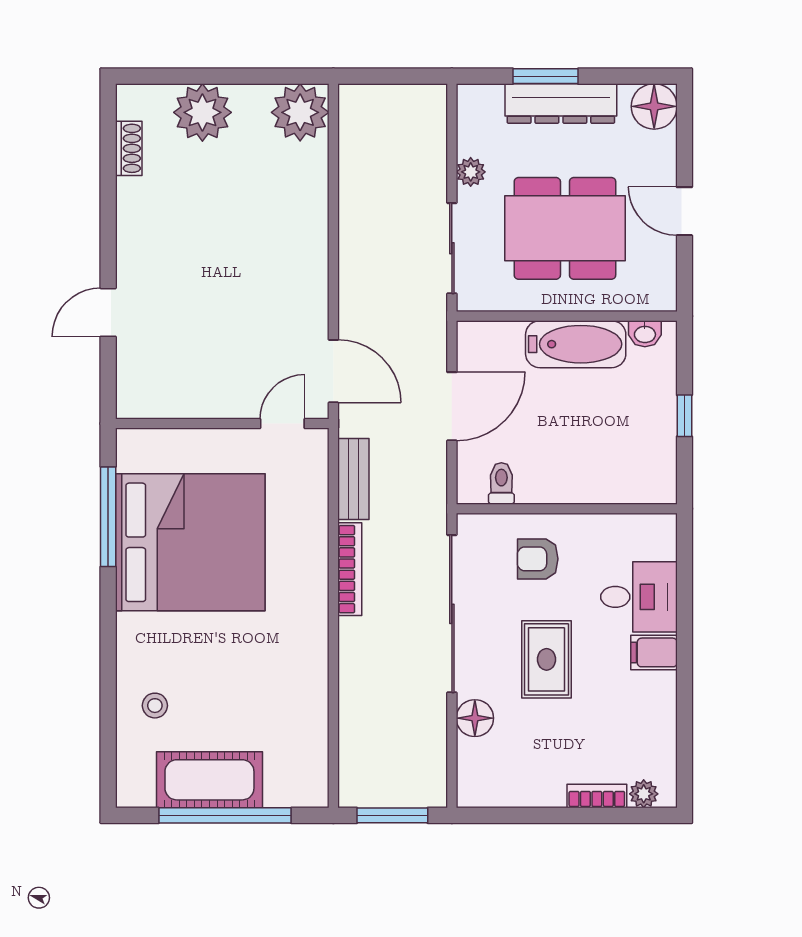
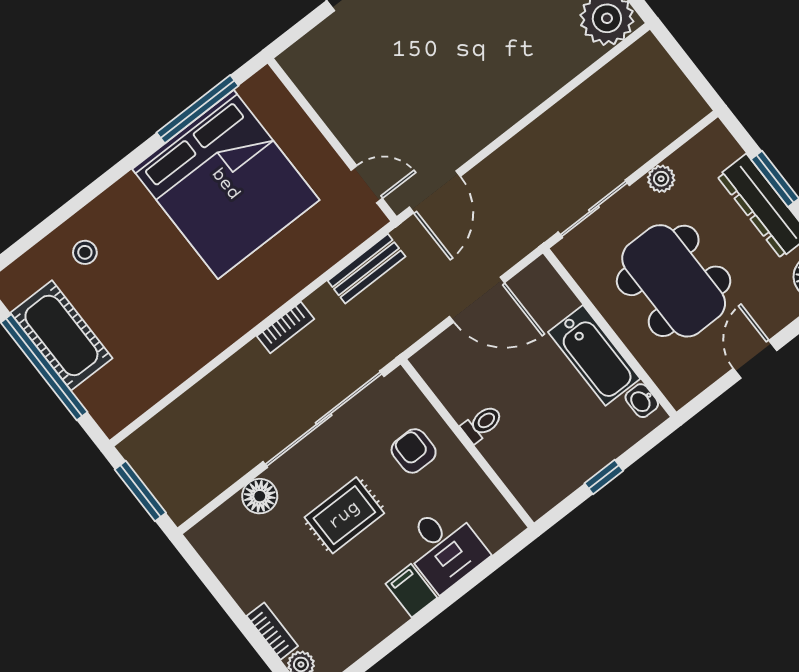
toilet: (501, 483) -> (482, 424), moved
bookcase: (350, 569) -> (285, 327), width x0.64

